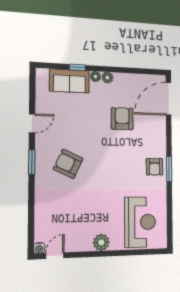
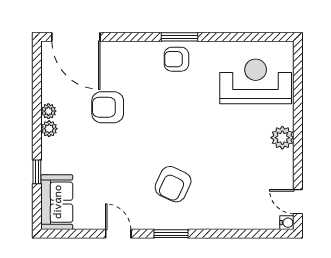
plant: (95, 76) -> (48, 111), moved
sofa: (69, 81) -> (57, 202), moved
armchair: (155, 167) -> (176, 59), turned 180

